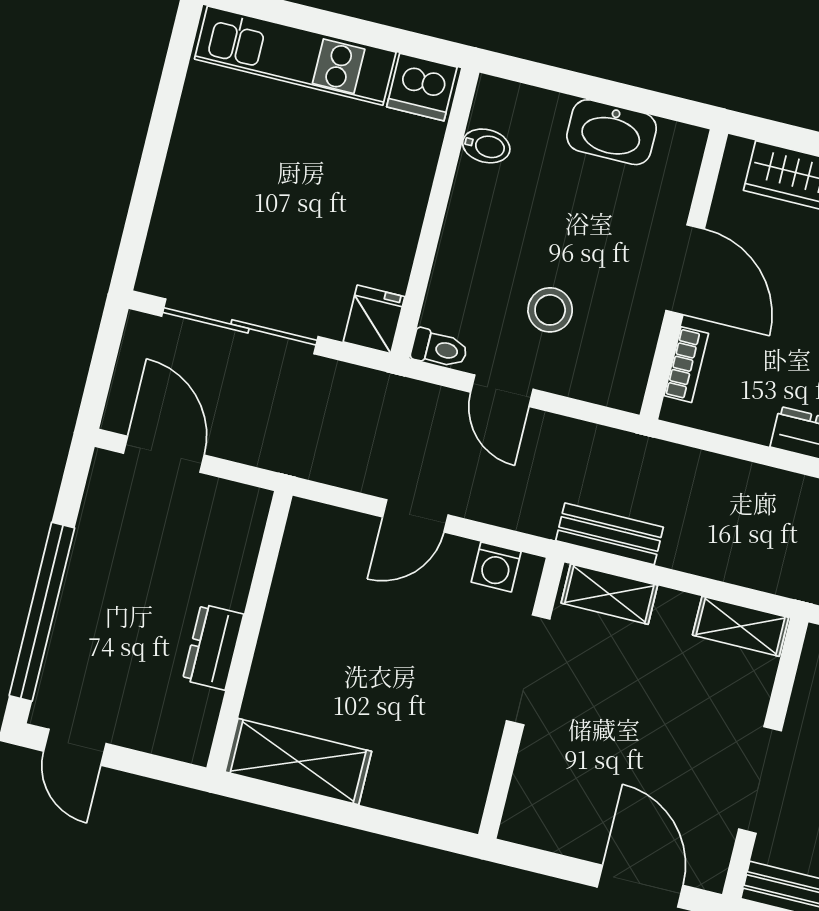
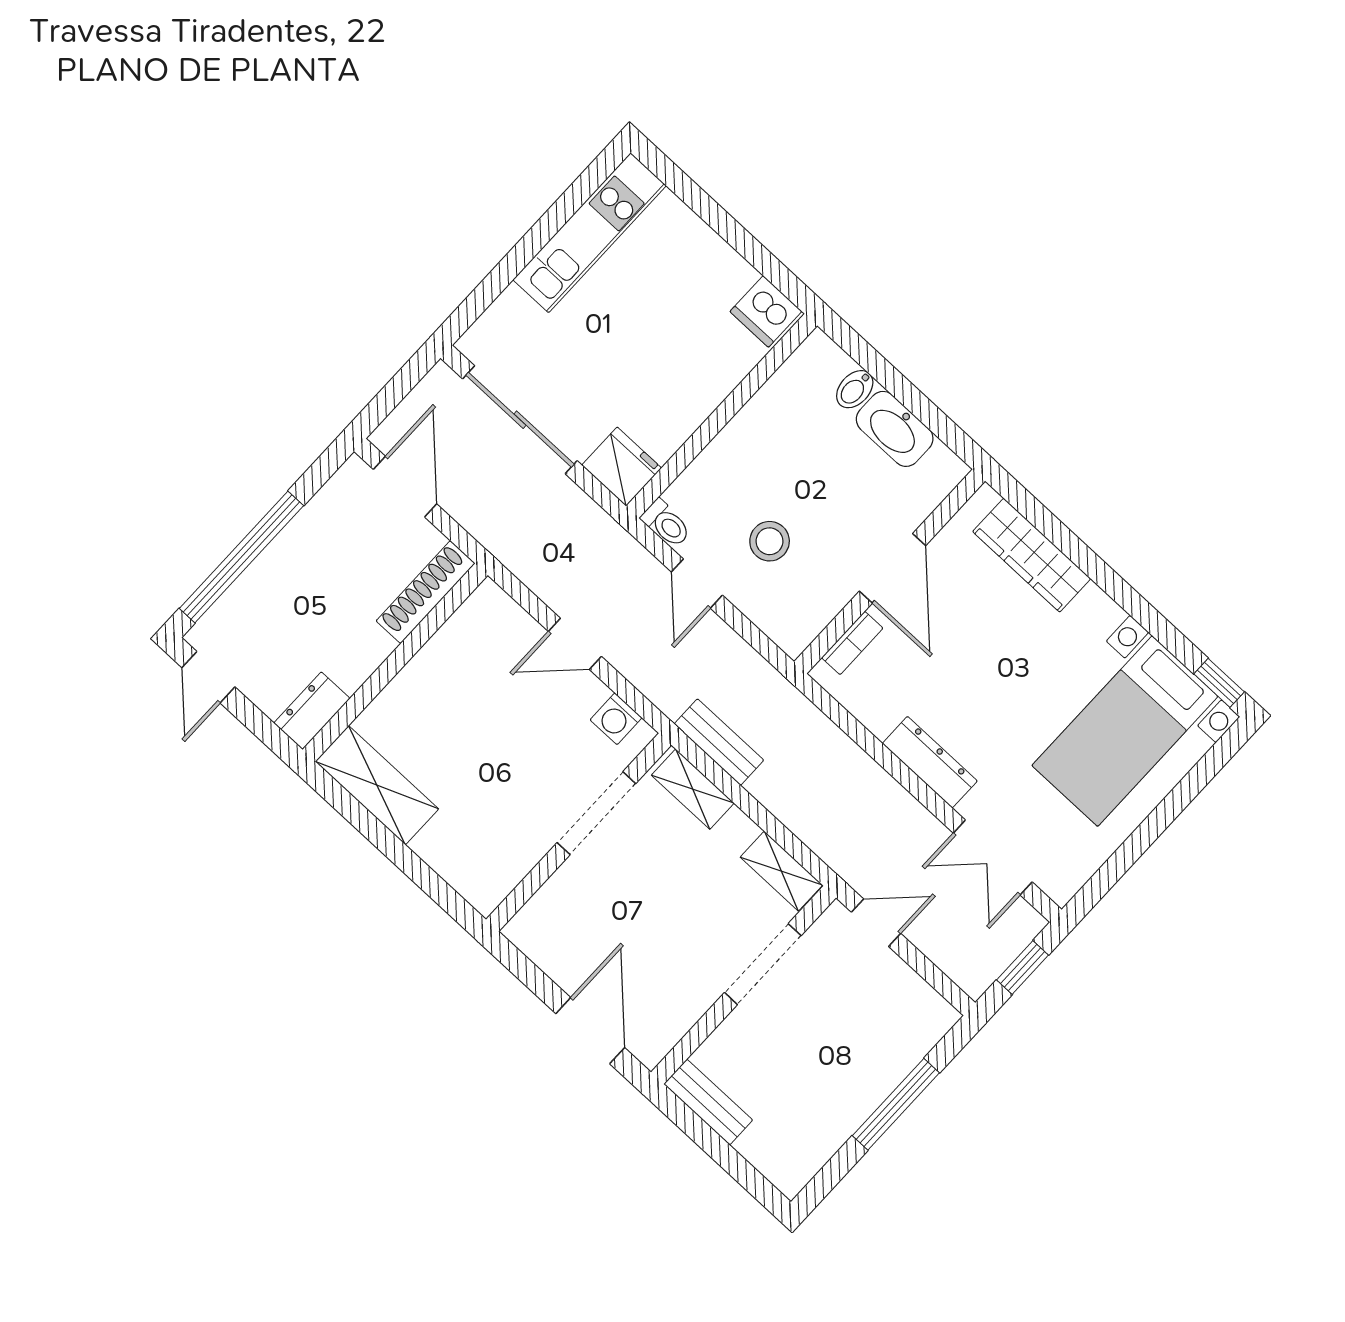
kitchen unit: (295, 56) -> (590, 233), moved, turned -90
bidet: (486, 146) -> (855, 389), moved, turned 90
fridge: (374, 319) -> (622, 467), width x1.38
shoe rack: (241, 546) -> (426, 592), added
dresser: (213, 647) -> (312, 711), moved
doorway: (760, 780) -> (763, 964), moved

